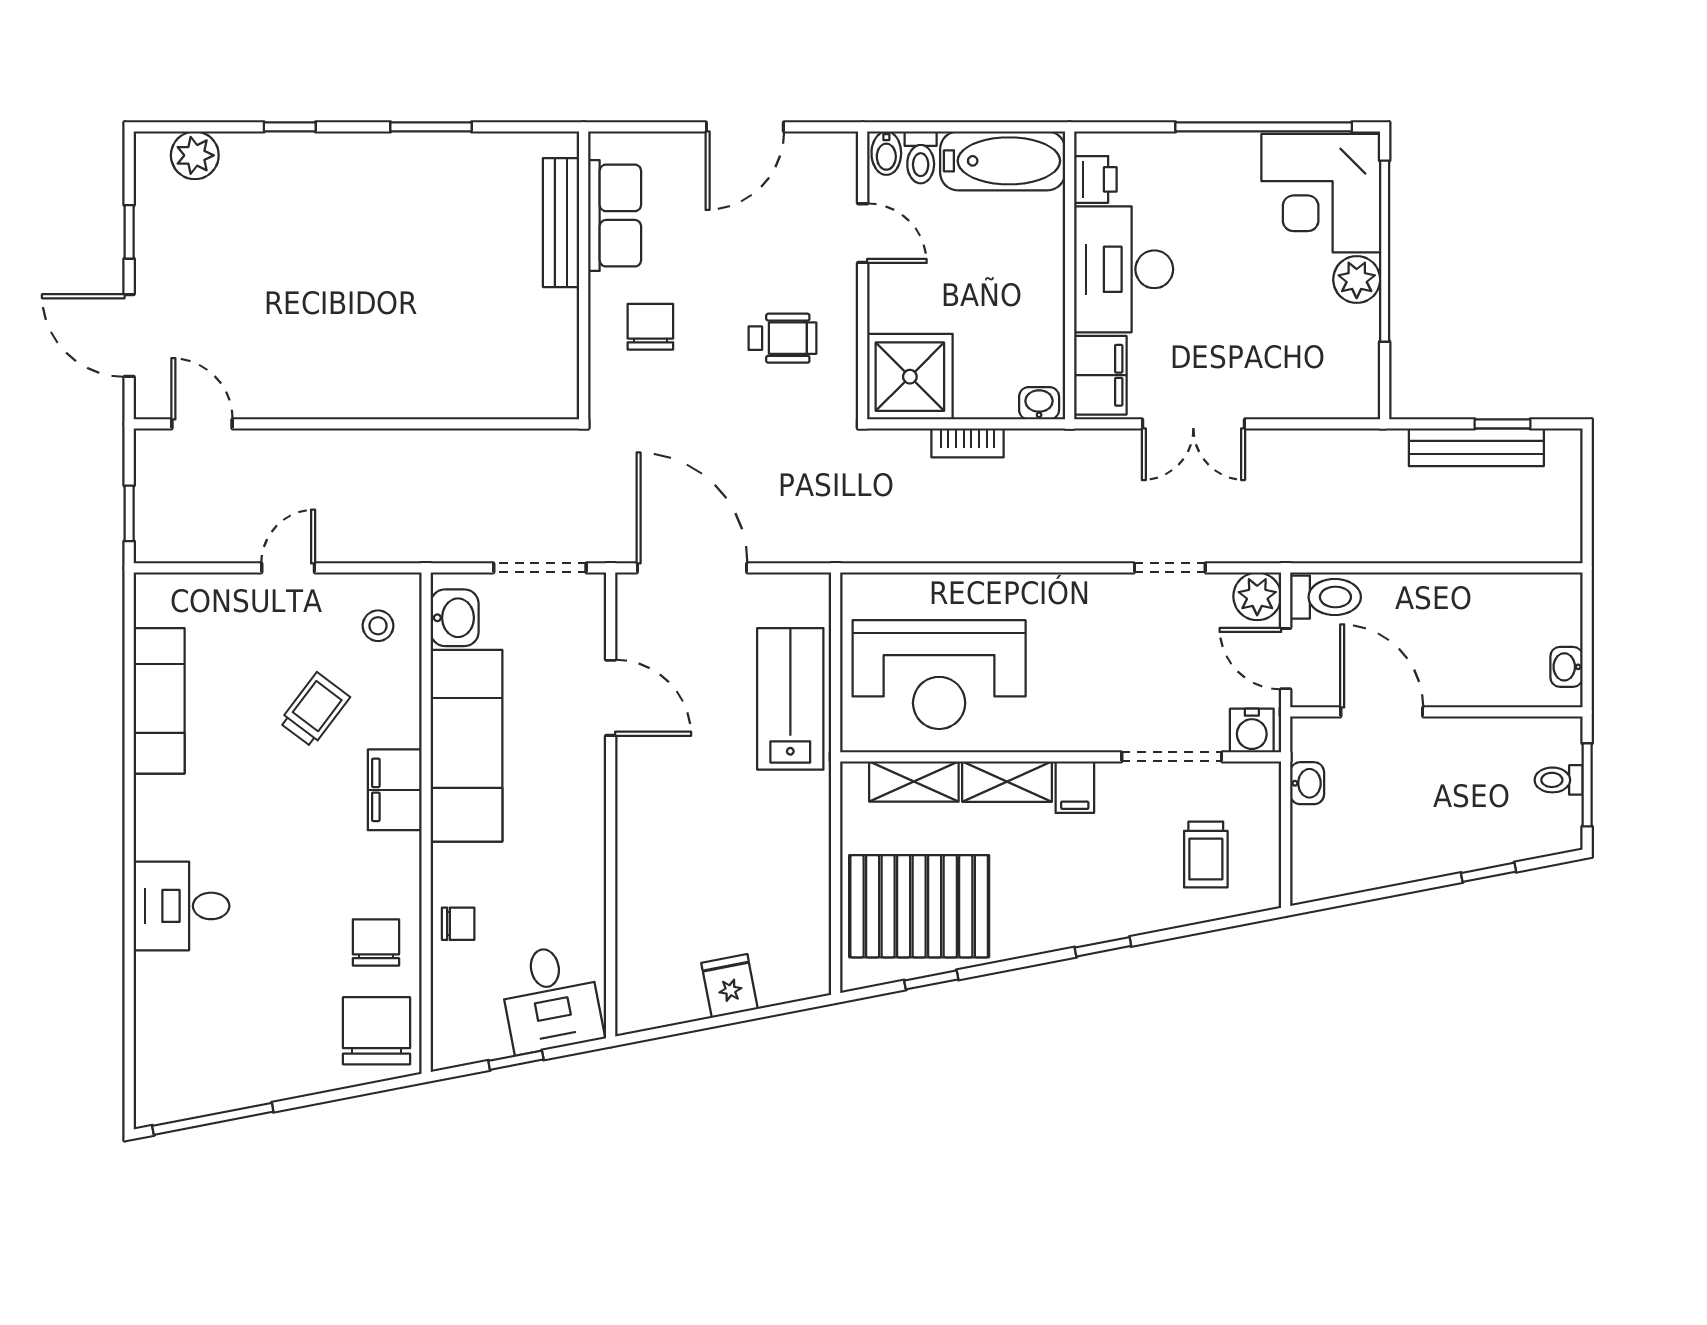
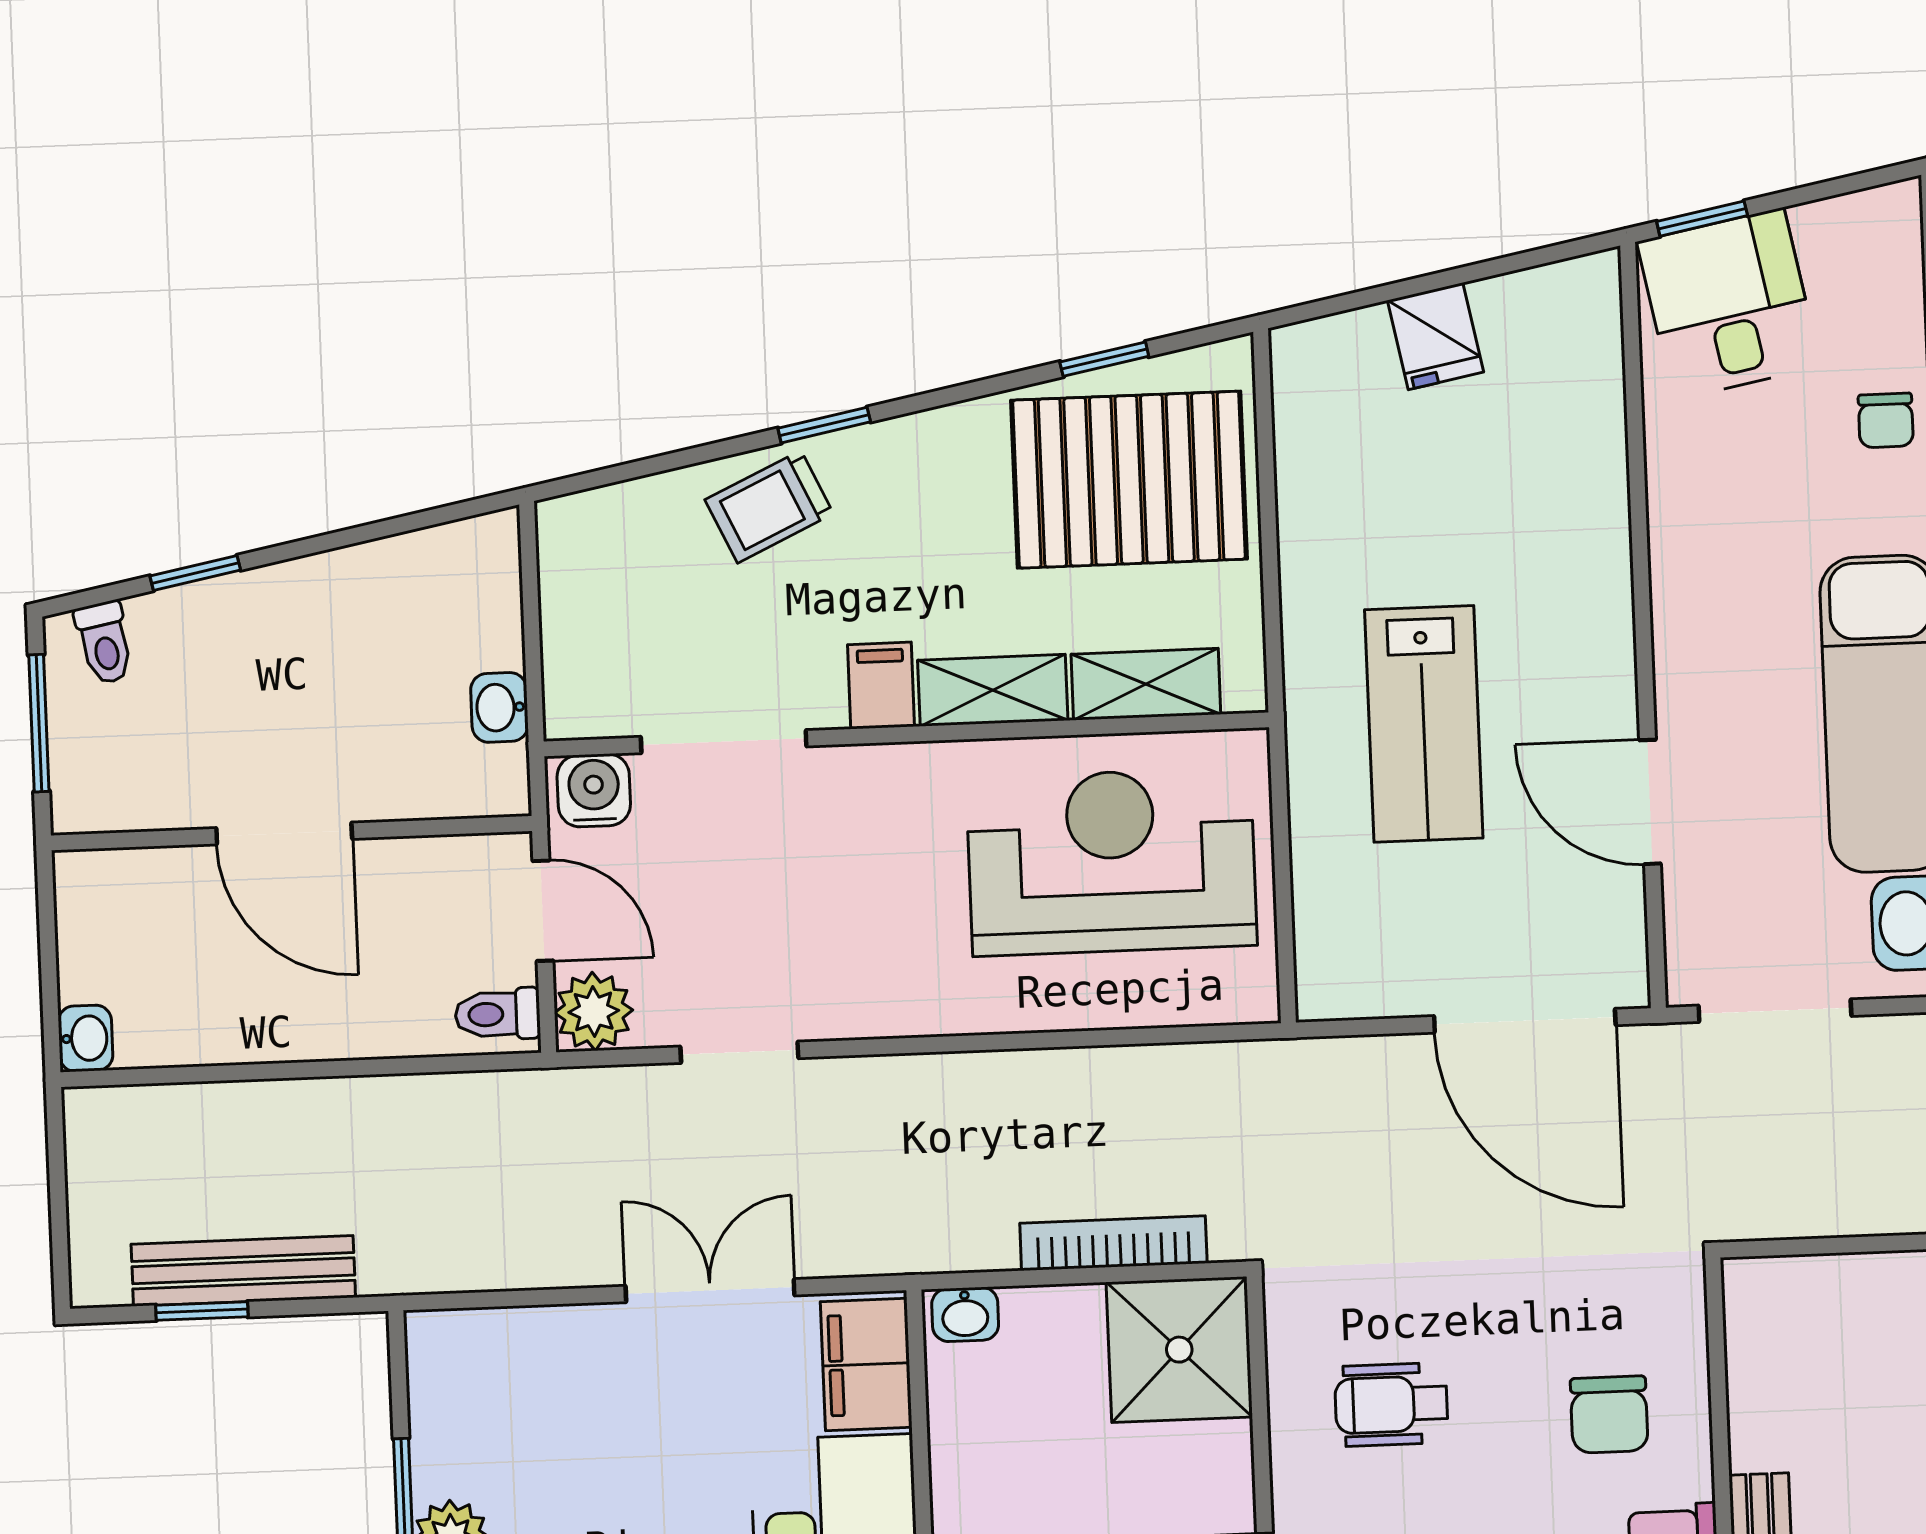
bookcase: (968, 443) -> (1113, 1243), width x1.56
toilet: (1326, 597) -> (498, 1014), width x0.73, depth x0.72
washbasin: (1567, 667) -> (86, 1038), moved
lab bench: (790, 699) -> (1424, 724), moved
door: (1382, 712) -> (284, 833), moved
toilet: (1559, 780) -> (104, 643), moved, turned 79
trolley: (1206, 854) -> (769, 507), moved, turned -115
chair: (458, 924) -> (1886, 420), turned -90
window: (516, 1060) -> (1702, 219), moved

